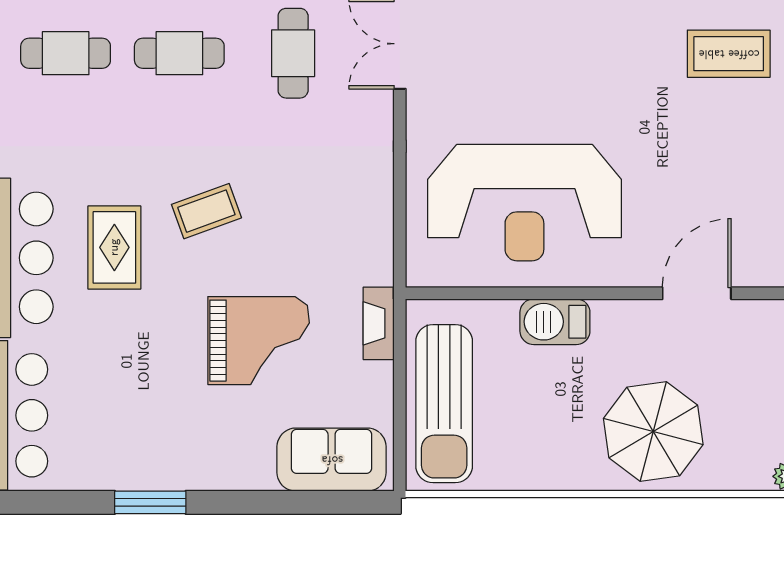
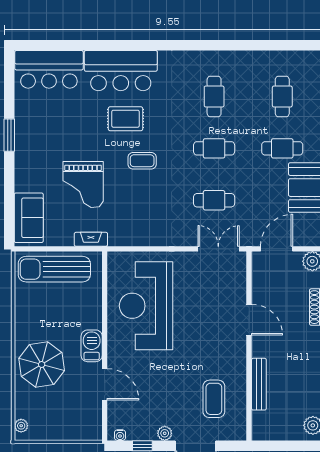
cafe table: (179, 53) -> (214, 148), turned 90
coffee table: (206, 211) -> (142, 161), turned -70
barbecue: (555, 322) -> (92, 346), moved

